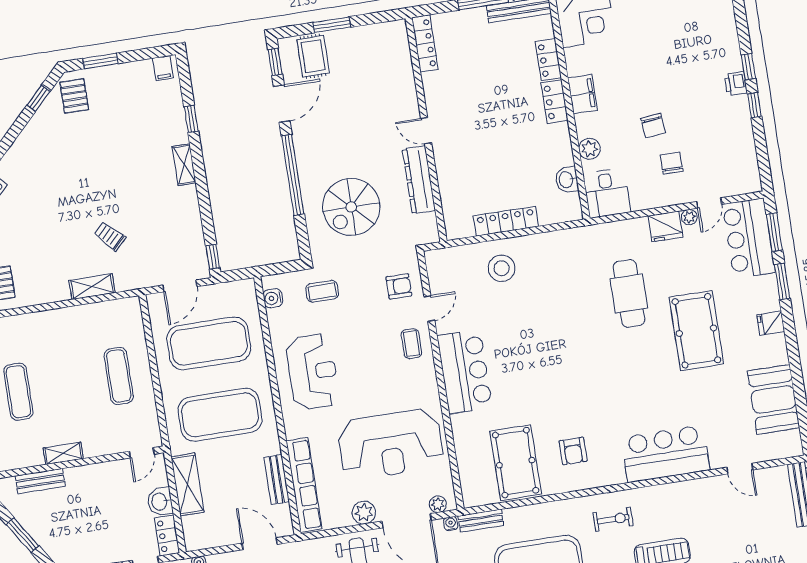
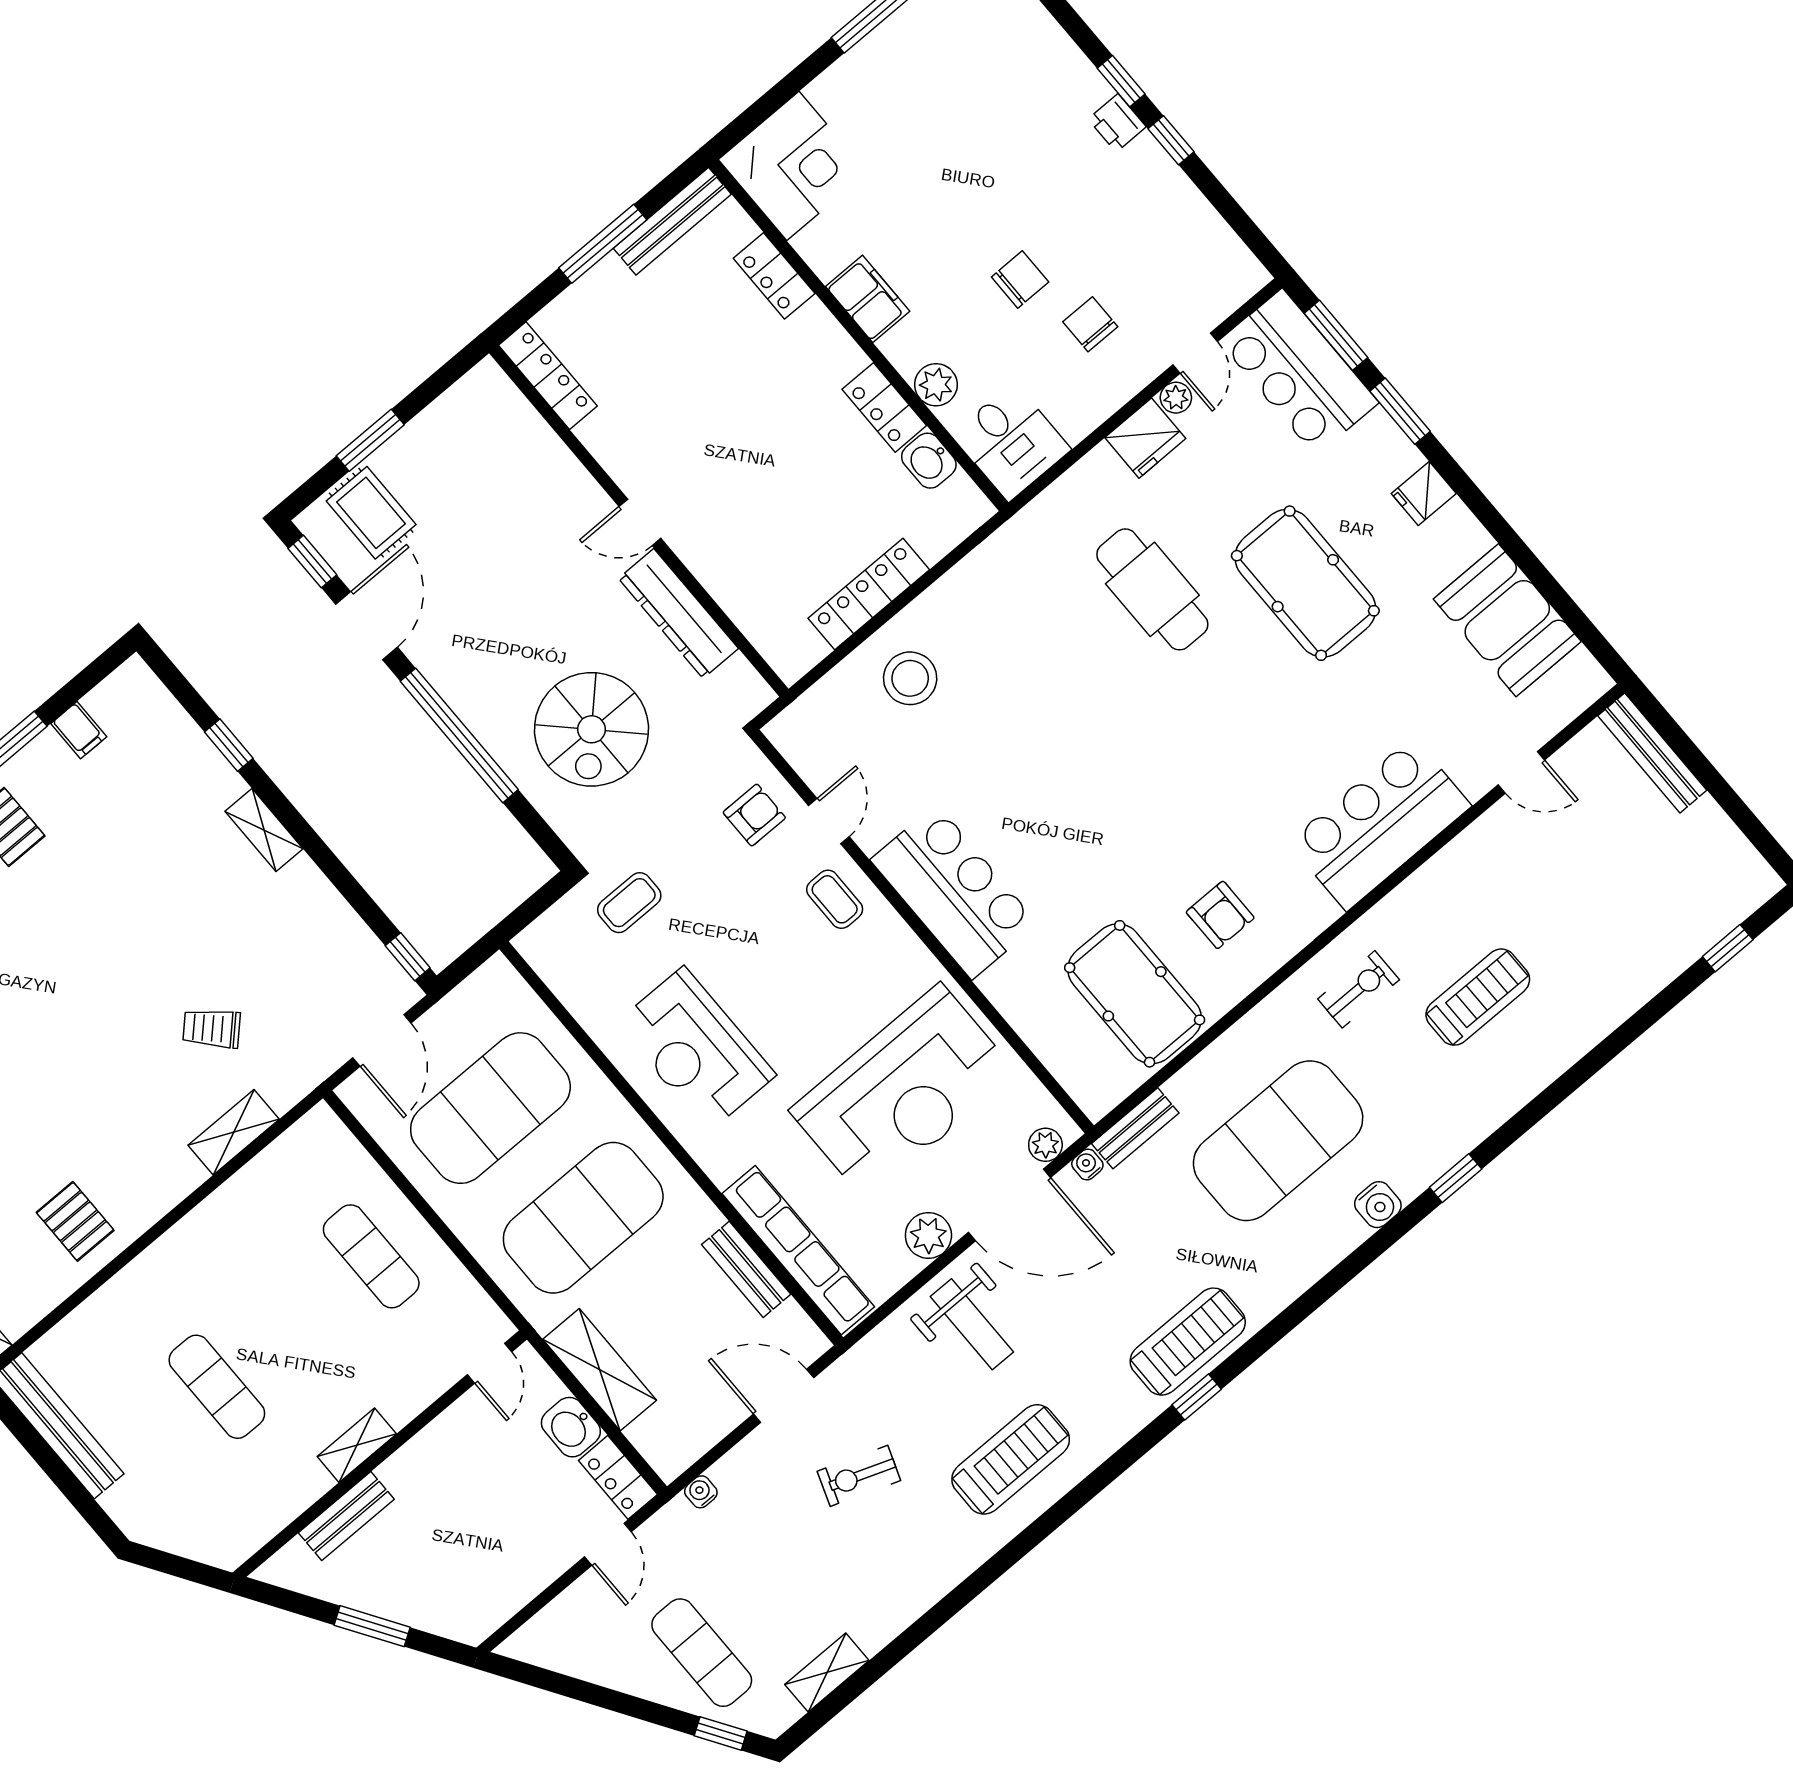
filing cabinet: (163, 68) -> (79, 730), moved
locker: (554, 102) -> (884, 407), moved
chair: (653, 126) -> (1020, 279), turned -84
water cooler: (273, 298) -> (553, 965), removed
reception desk: (313, 372) -> (696, 1049), turned 180

